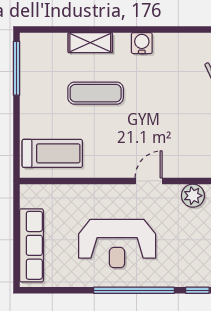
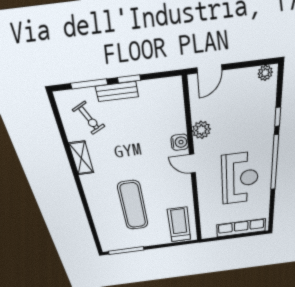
shelving: (90, 43) -> (81, 158), moved
water cooler: (142, 43) -> (180, 142), moved, turned 180
exercise mat: (96, 93) -> (133, 206), width x1.36, depth x1.45

